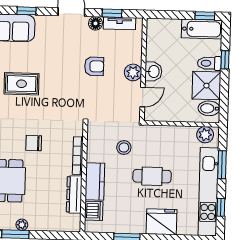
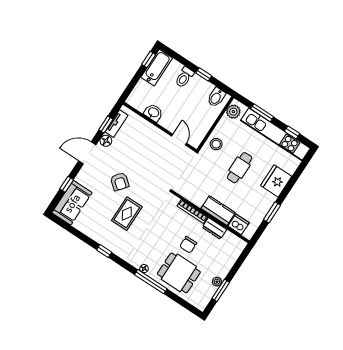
window: (225, 60) -> (204, 74), moved
armchair: (94, 66) -> (120, 182), moved, turned 129
washbasin: (153, 71) -> (153, 113), moved
plant: (133, 72) -> (157, 136), removed
rug: (22, 84) -> (127, 214), moved
shower: (206, 86) -> (199, 89), removed
chair: (34, 143) -> (188, 245), moved
stool: (124, 147) -> (216, 144), moved
dresser: (74, 194) -> (214, 228), width x0.70

